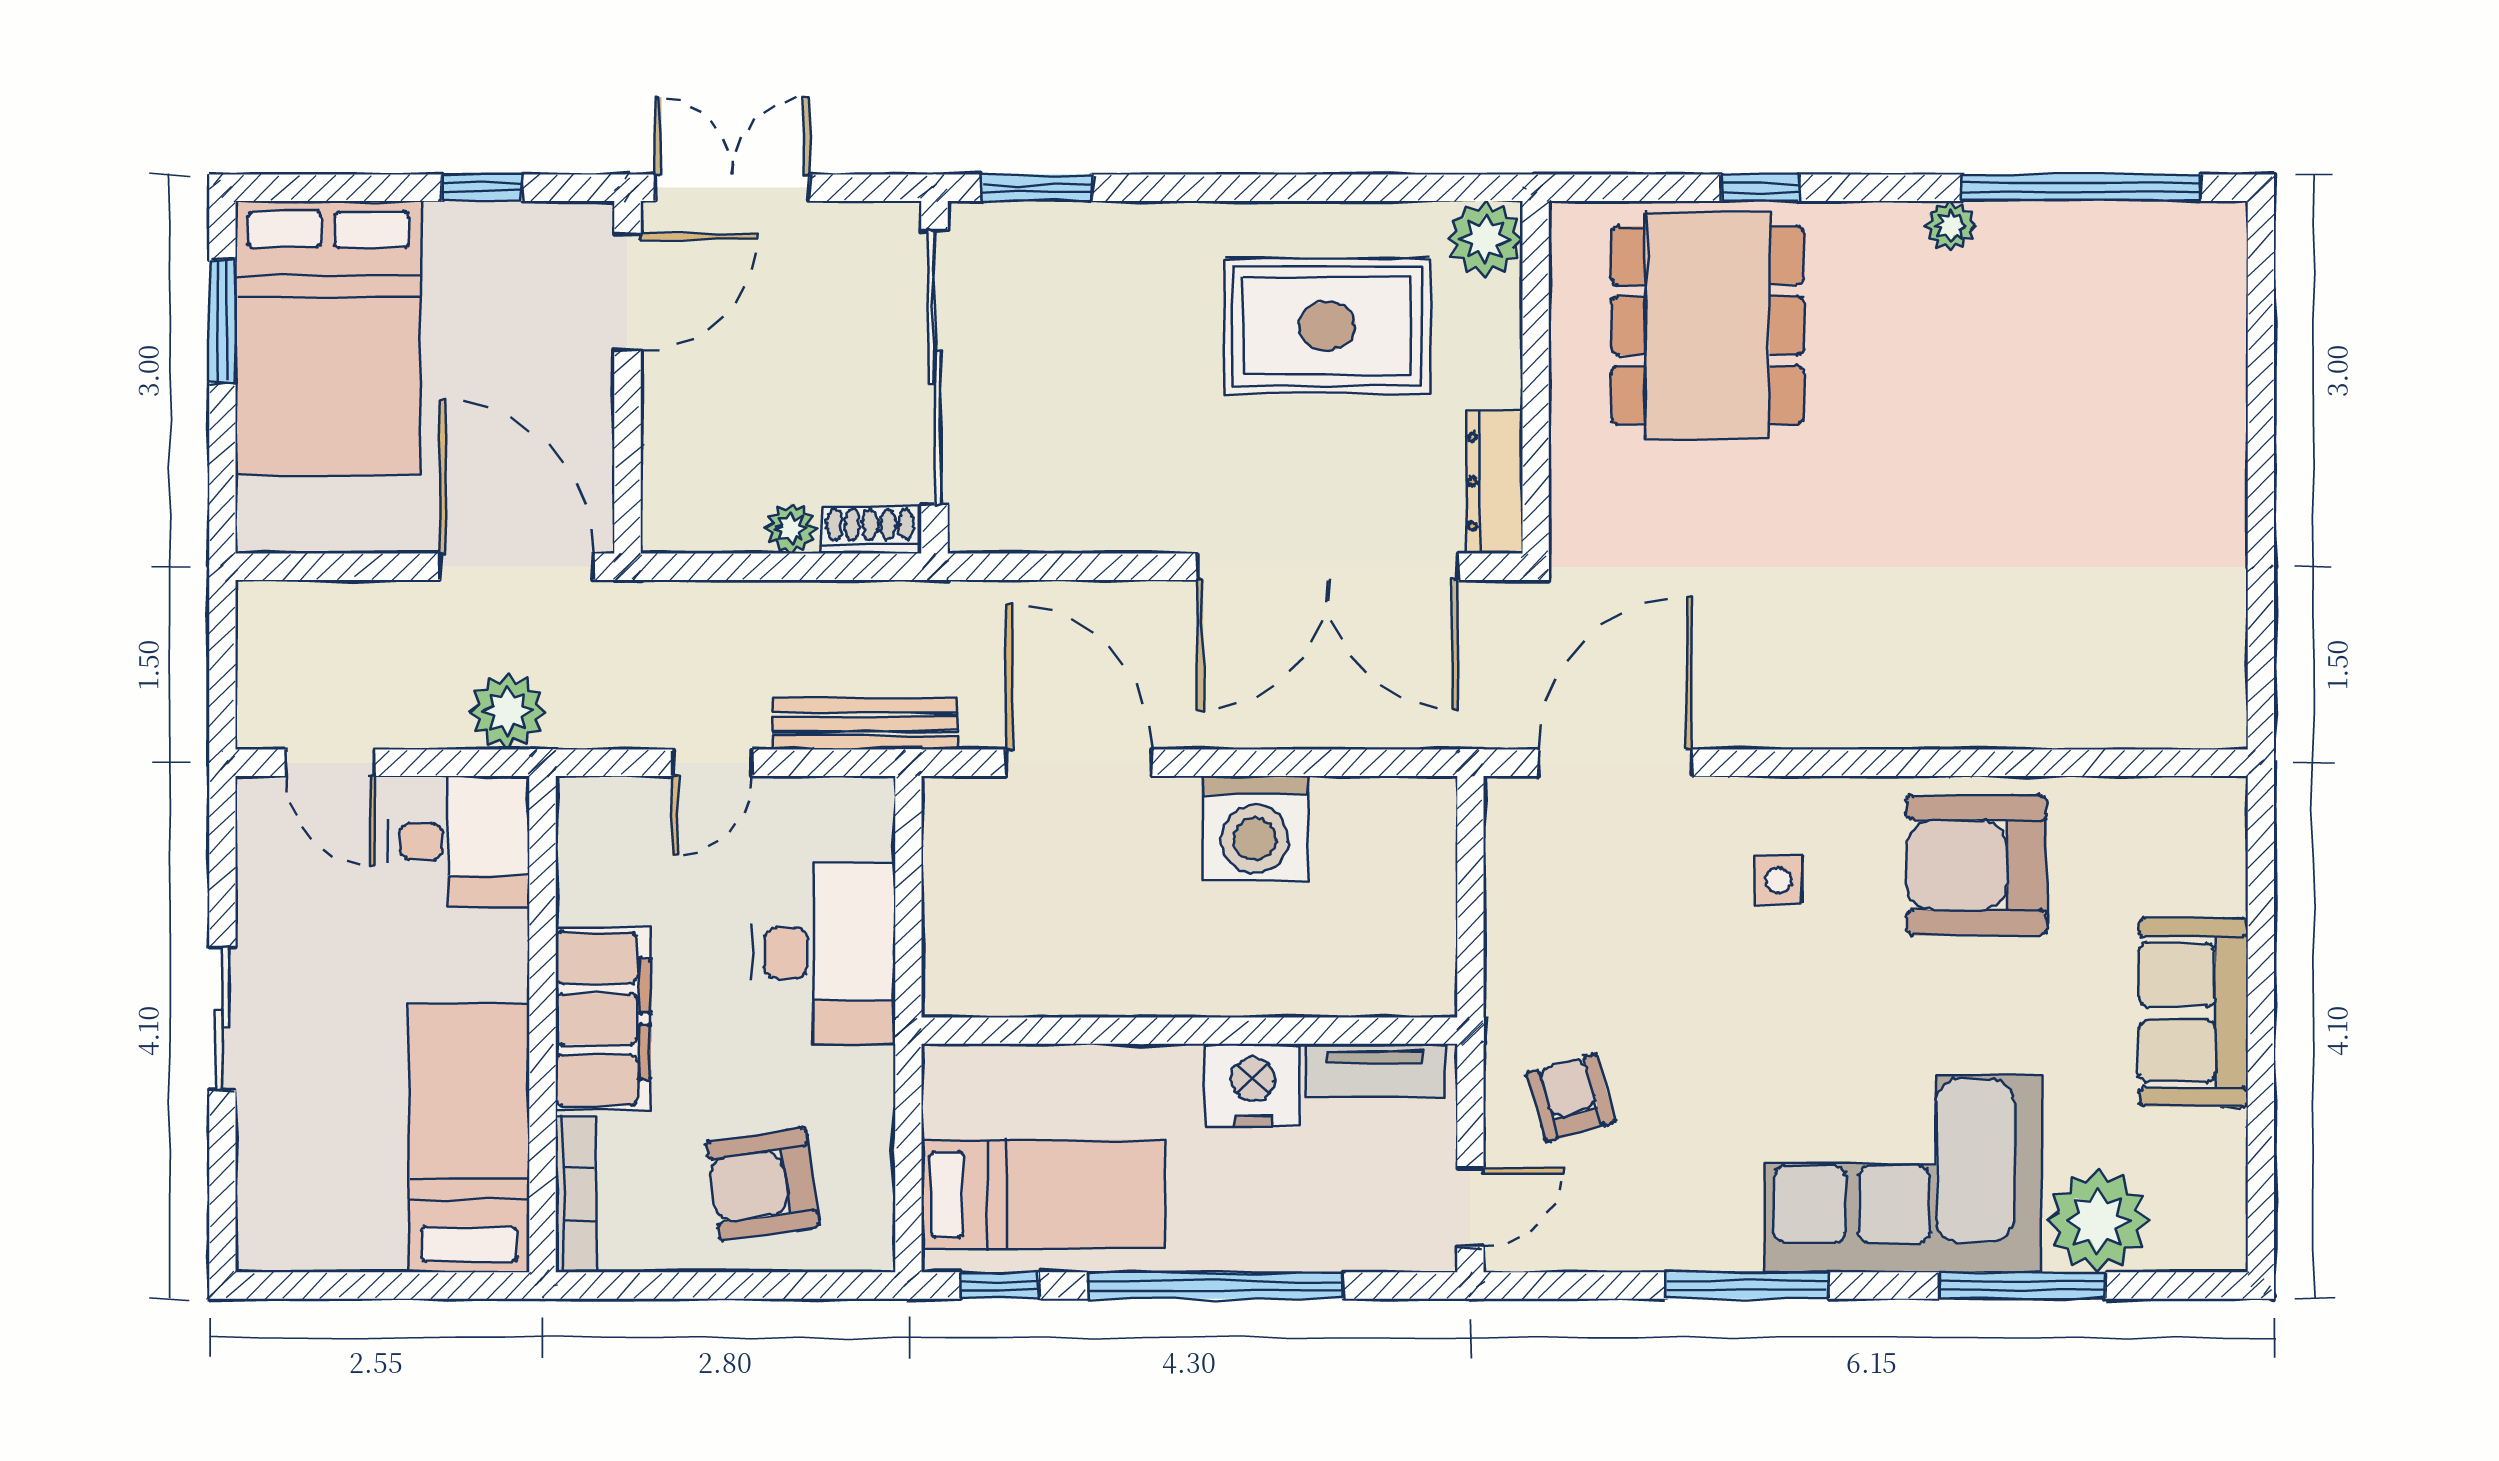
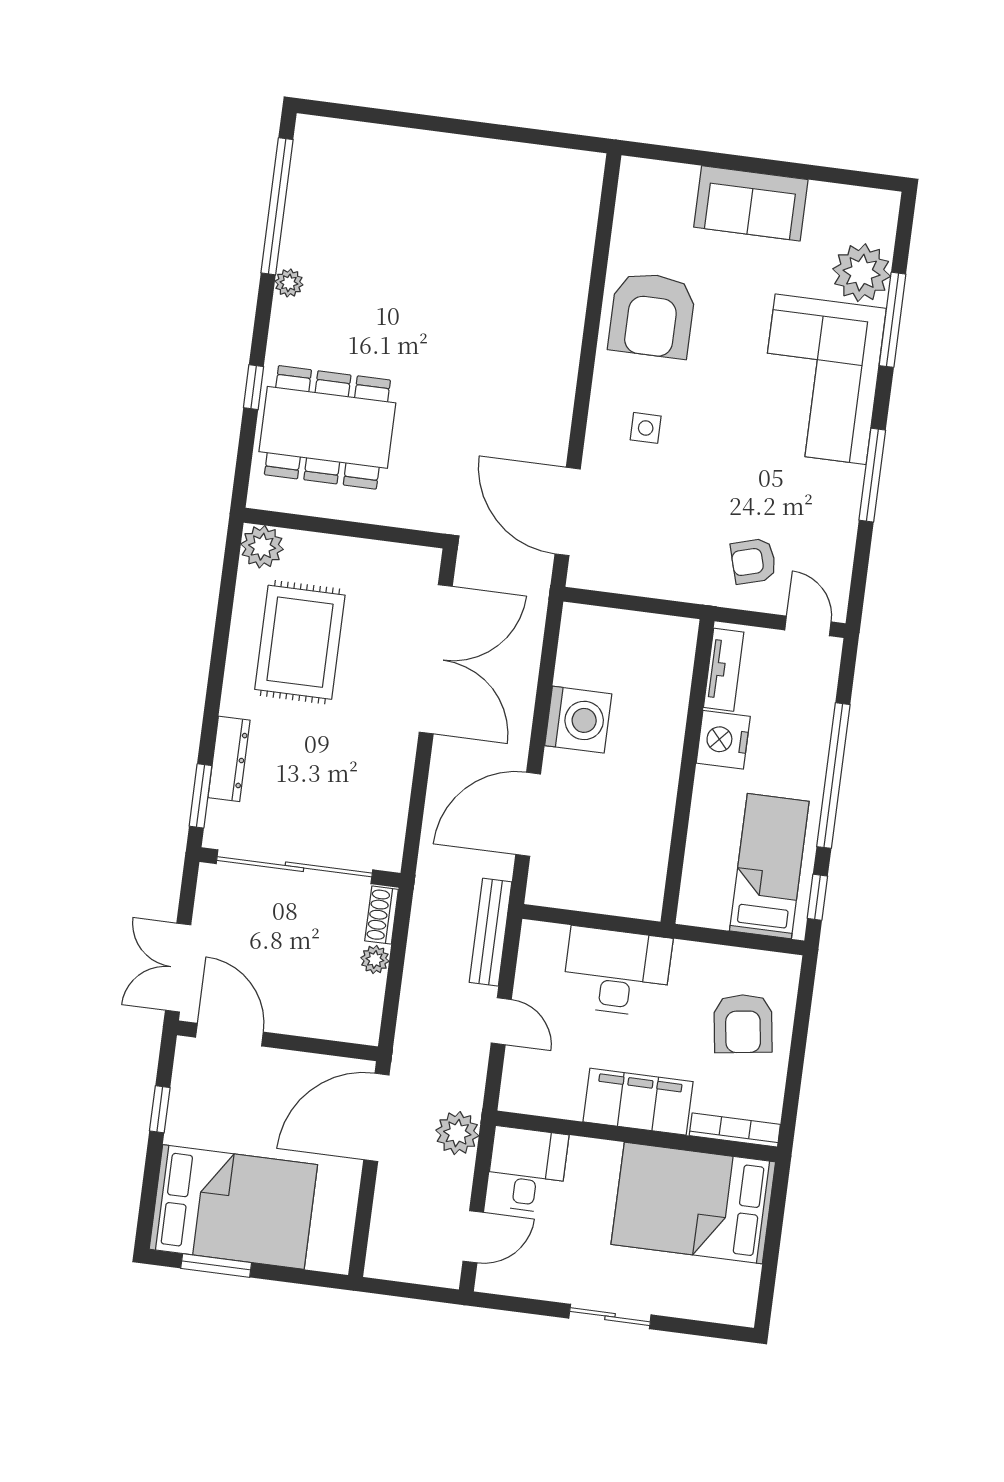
dresser: (1494, 482) -> (229, 759), moved, turned -90
bed: (469, 1138) -> (693, 1203), width x1.50

